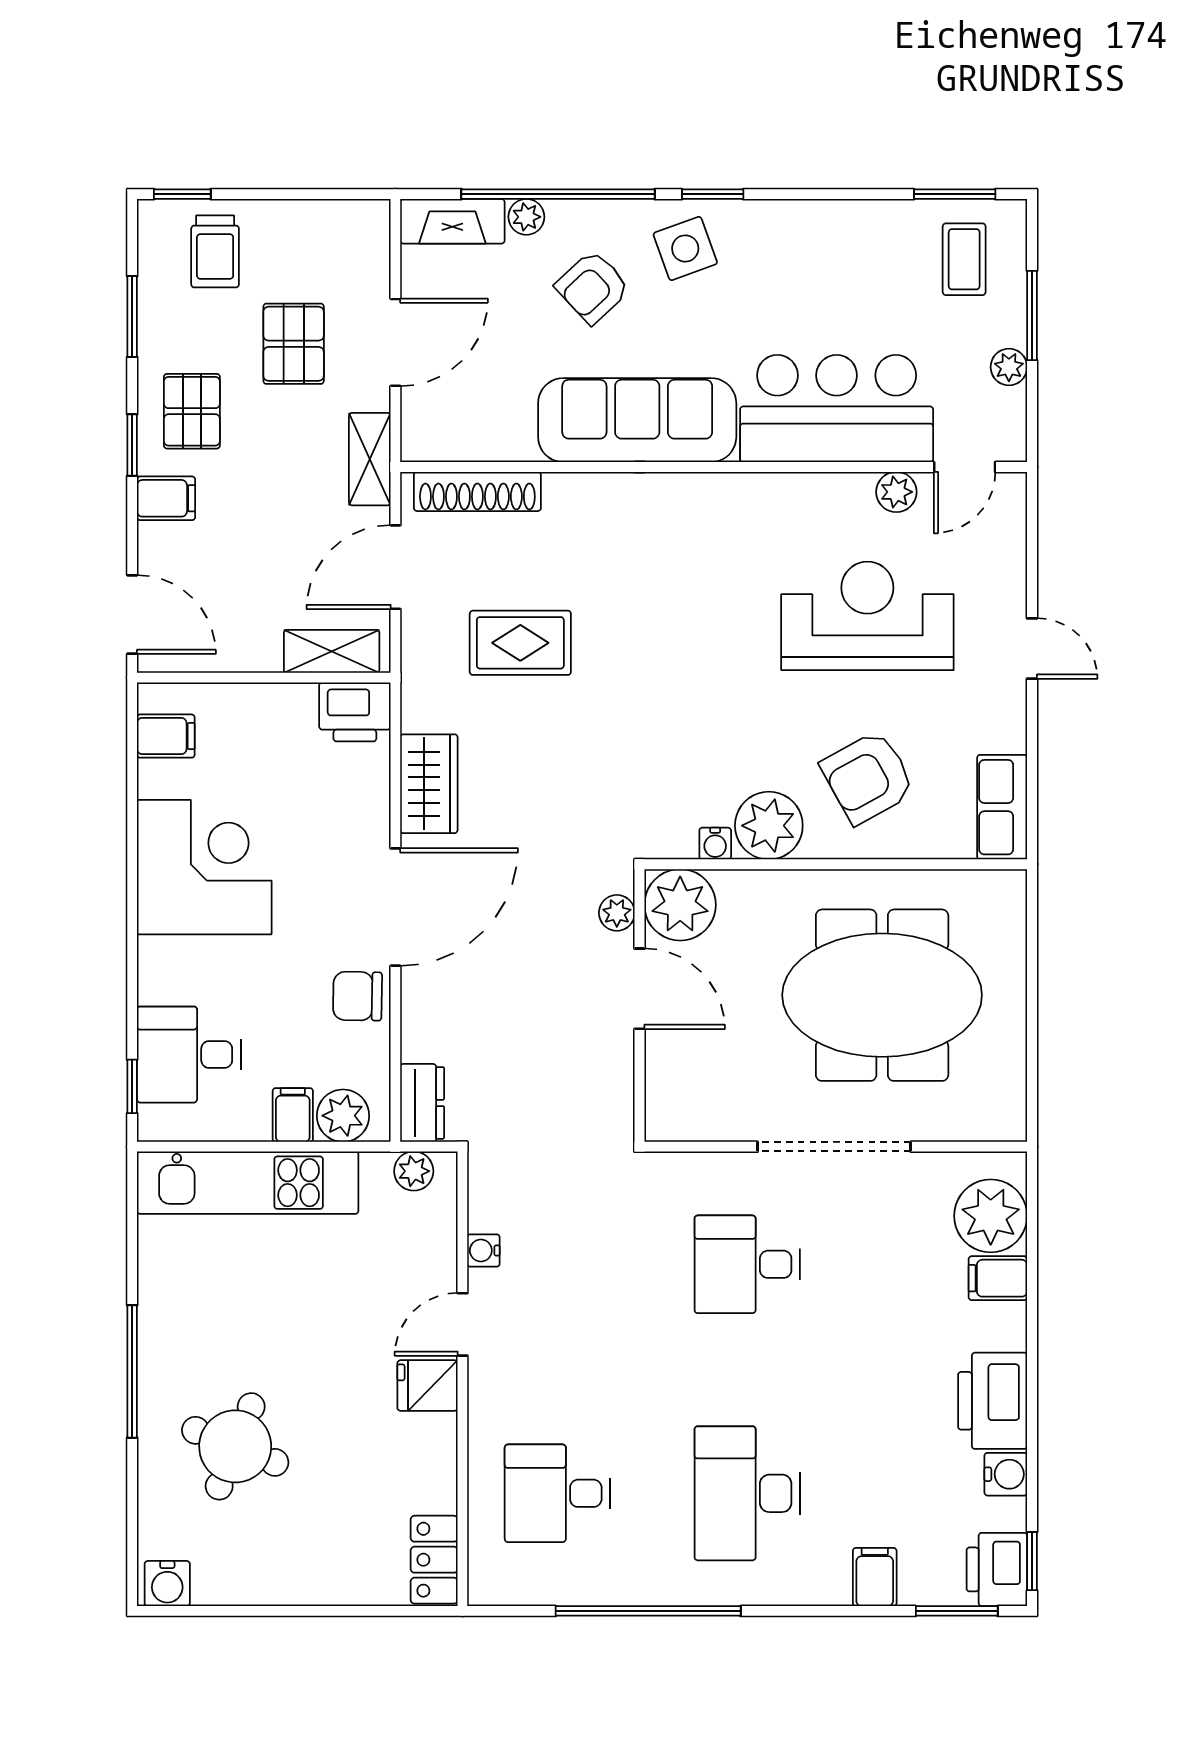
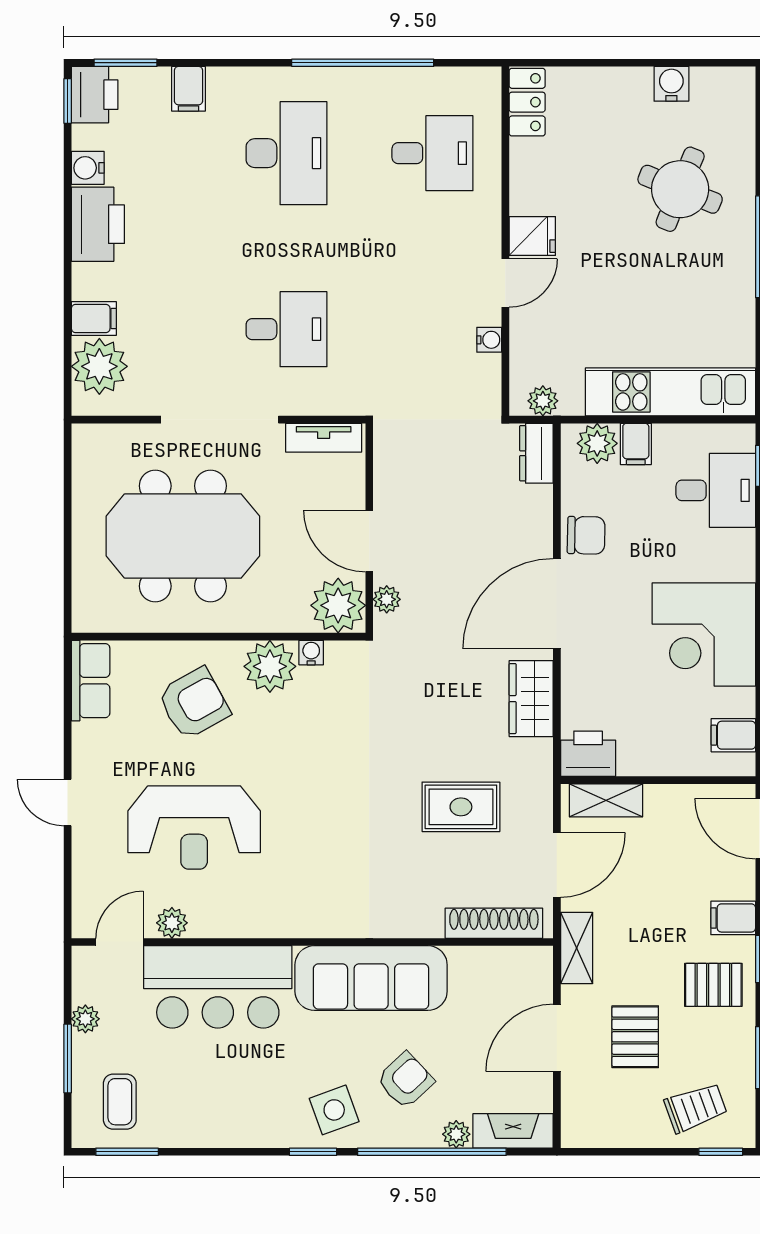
trolley: (215, 251) -> (696, 1108), turned 70
pallet: (192, 411) -> (713, 985), turned 90
tv unit: (699, 1123) -> (324, 438), added
water cooler: (167, 1584) -> (671, 84), moved

